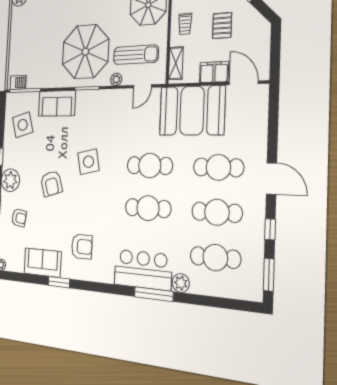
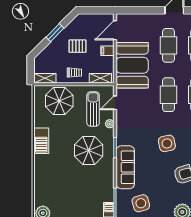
parasol: (85, 52) -> (89, 150), width x0.73, depth x0.73
filing cabinet: (214, 72) -> (107, 51), width x0.50
door: (142, 86) -> (115, 103), swing flipped
sofa: (57, 103) -> (125, 167), width x1.36

